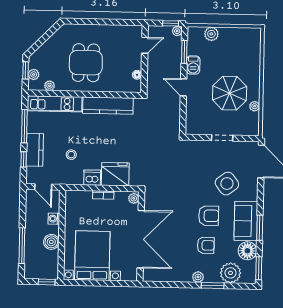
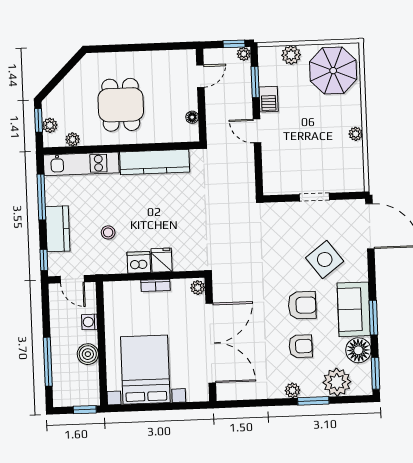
parasol: (230, 93) -> (333, 71), moved
plant: (255, 106) -> (356, 134), moved
window: (24, 159) -> (44, 260), moved
fridge: (115, 174) -> (162, 260), width x0.53, depth x0.75

